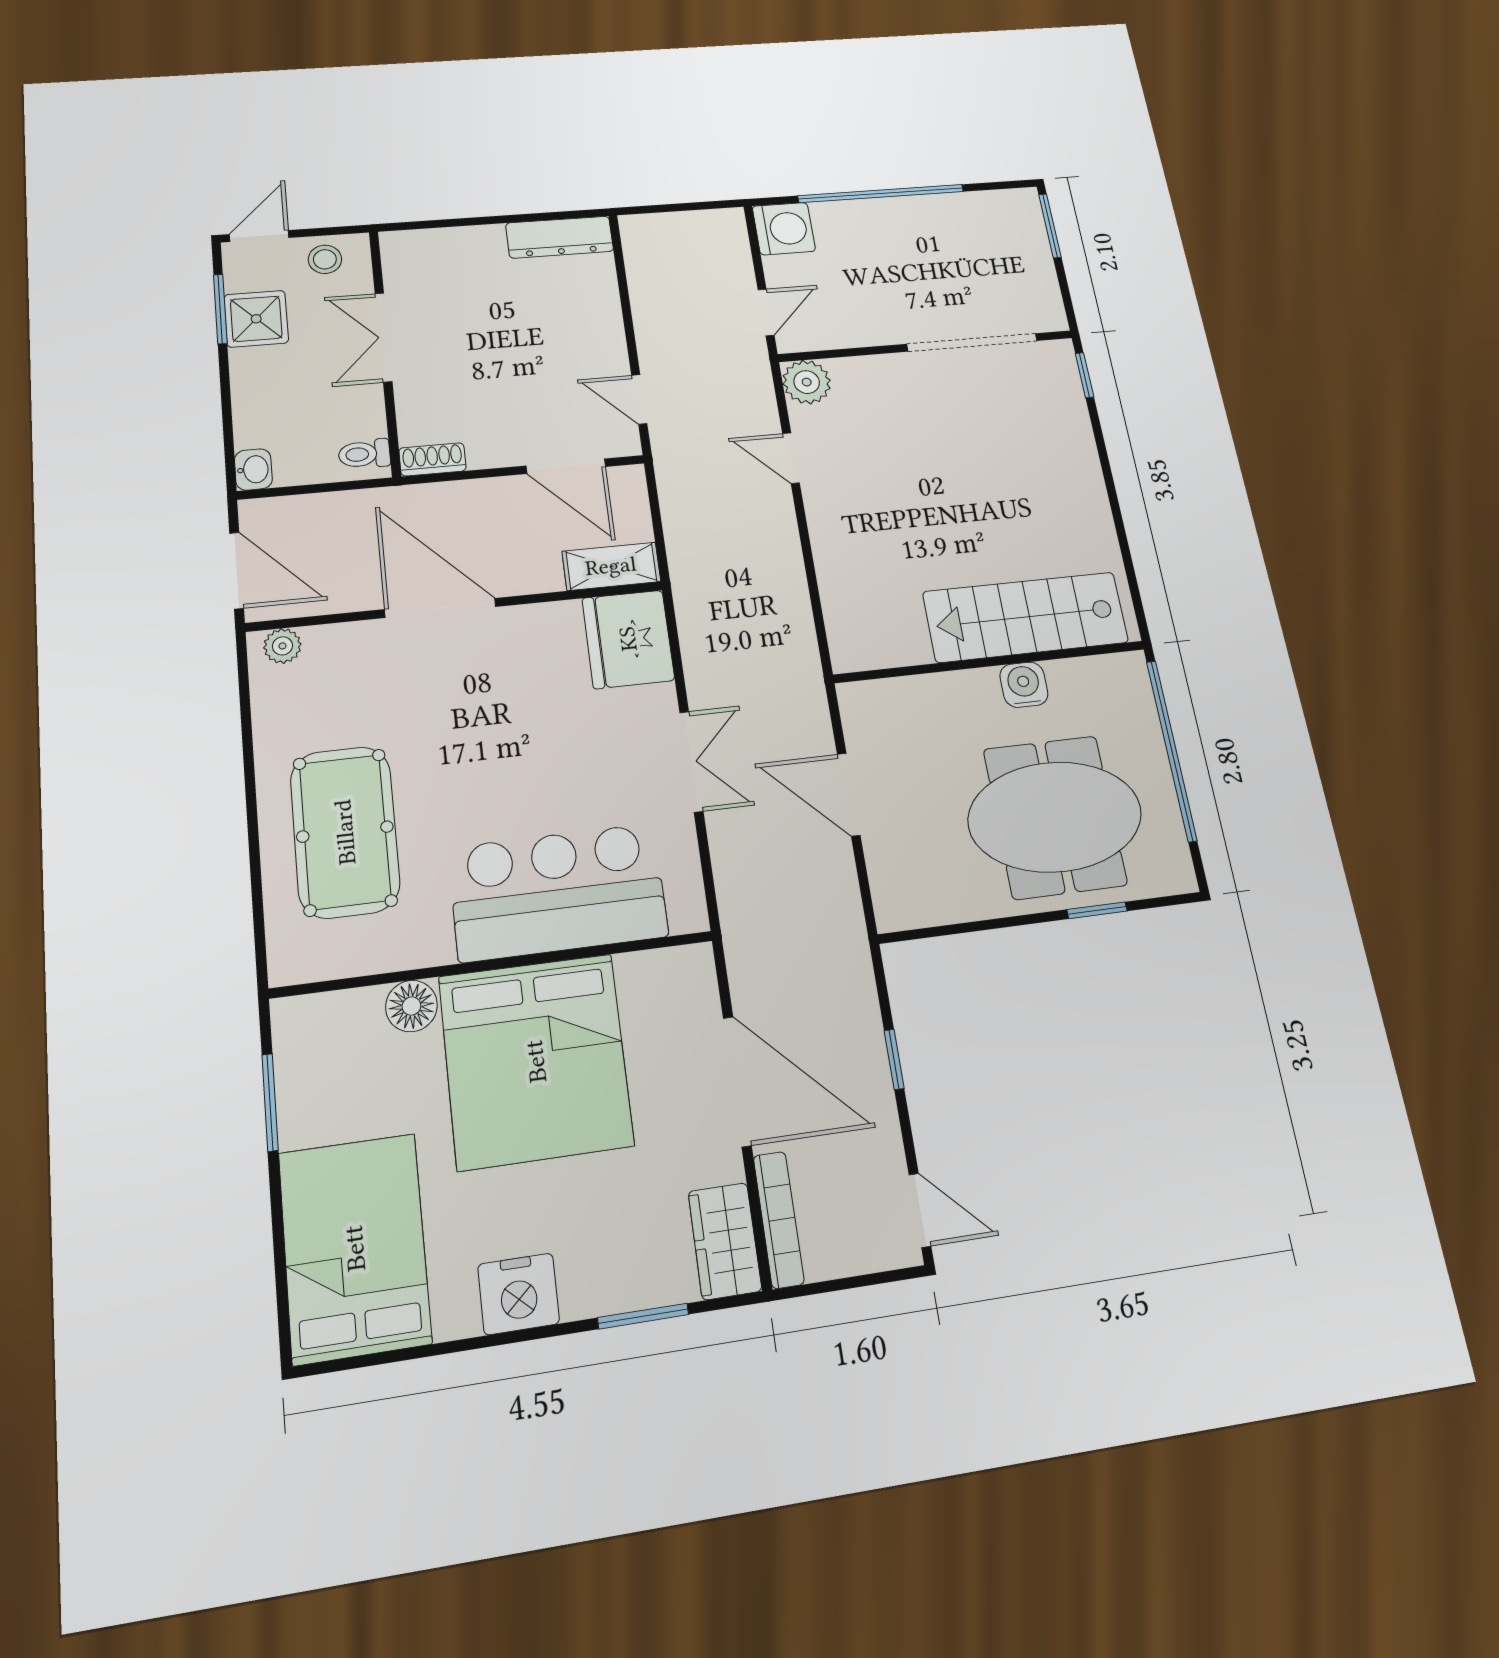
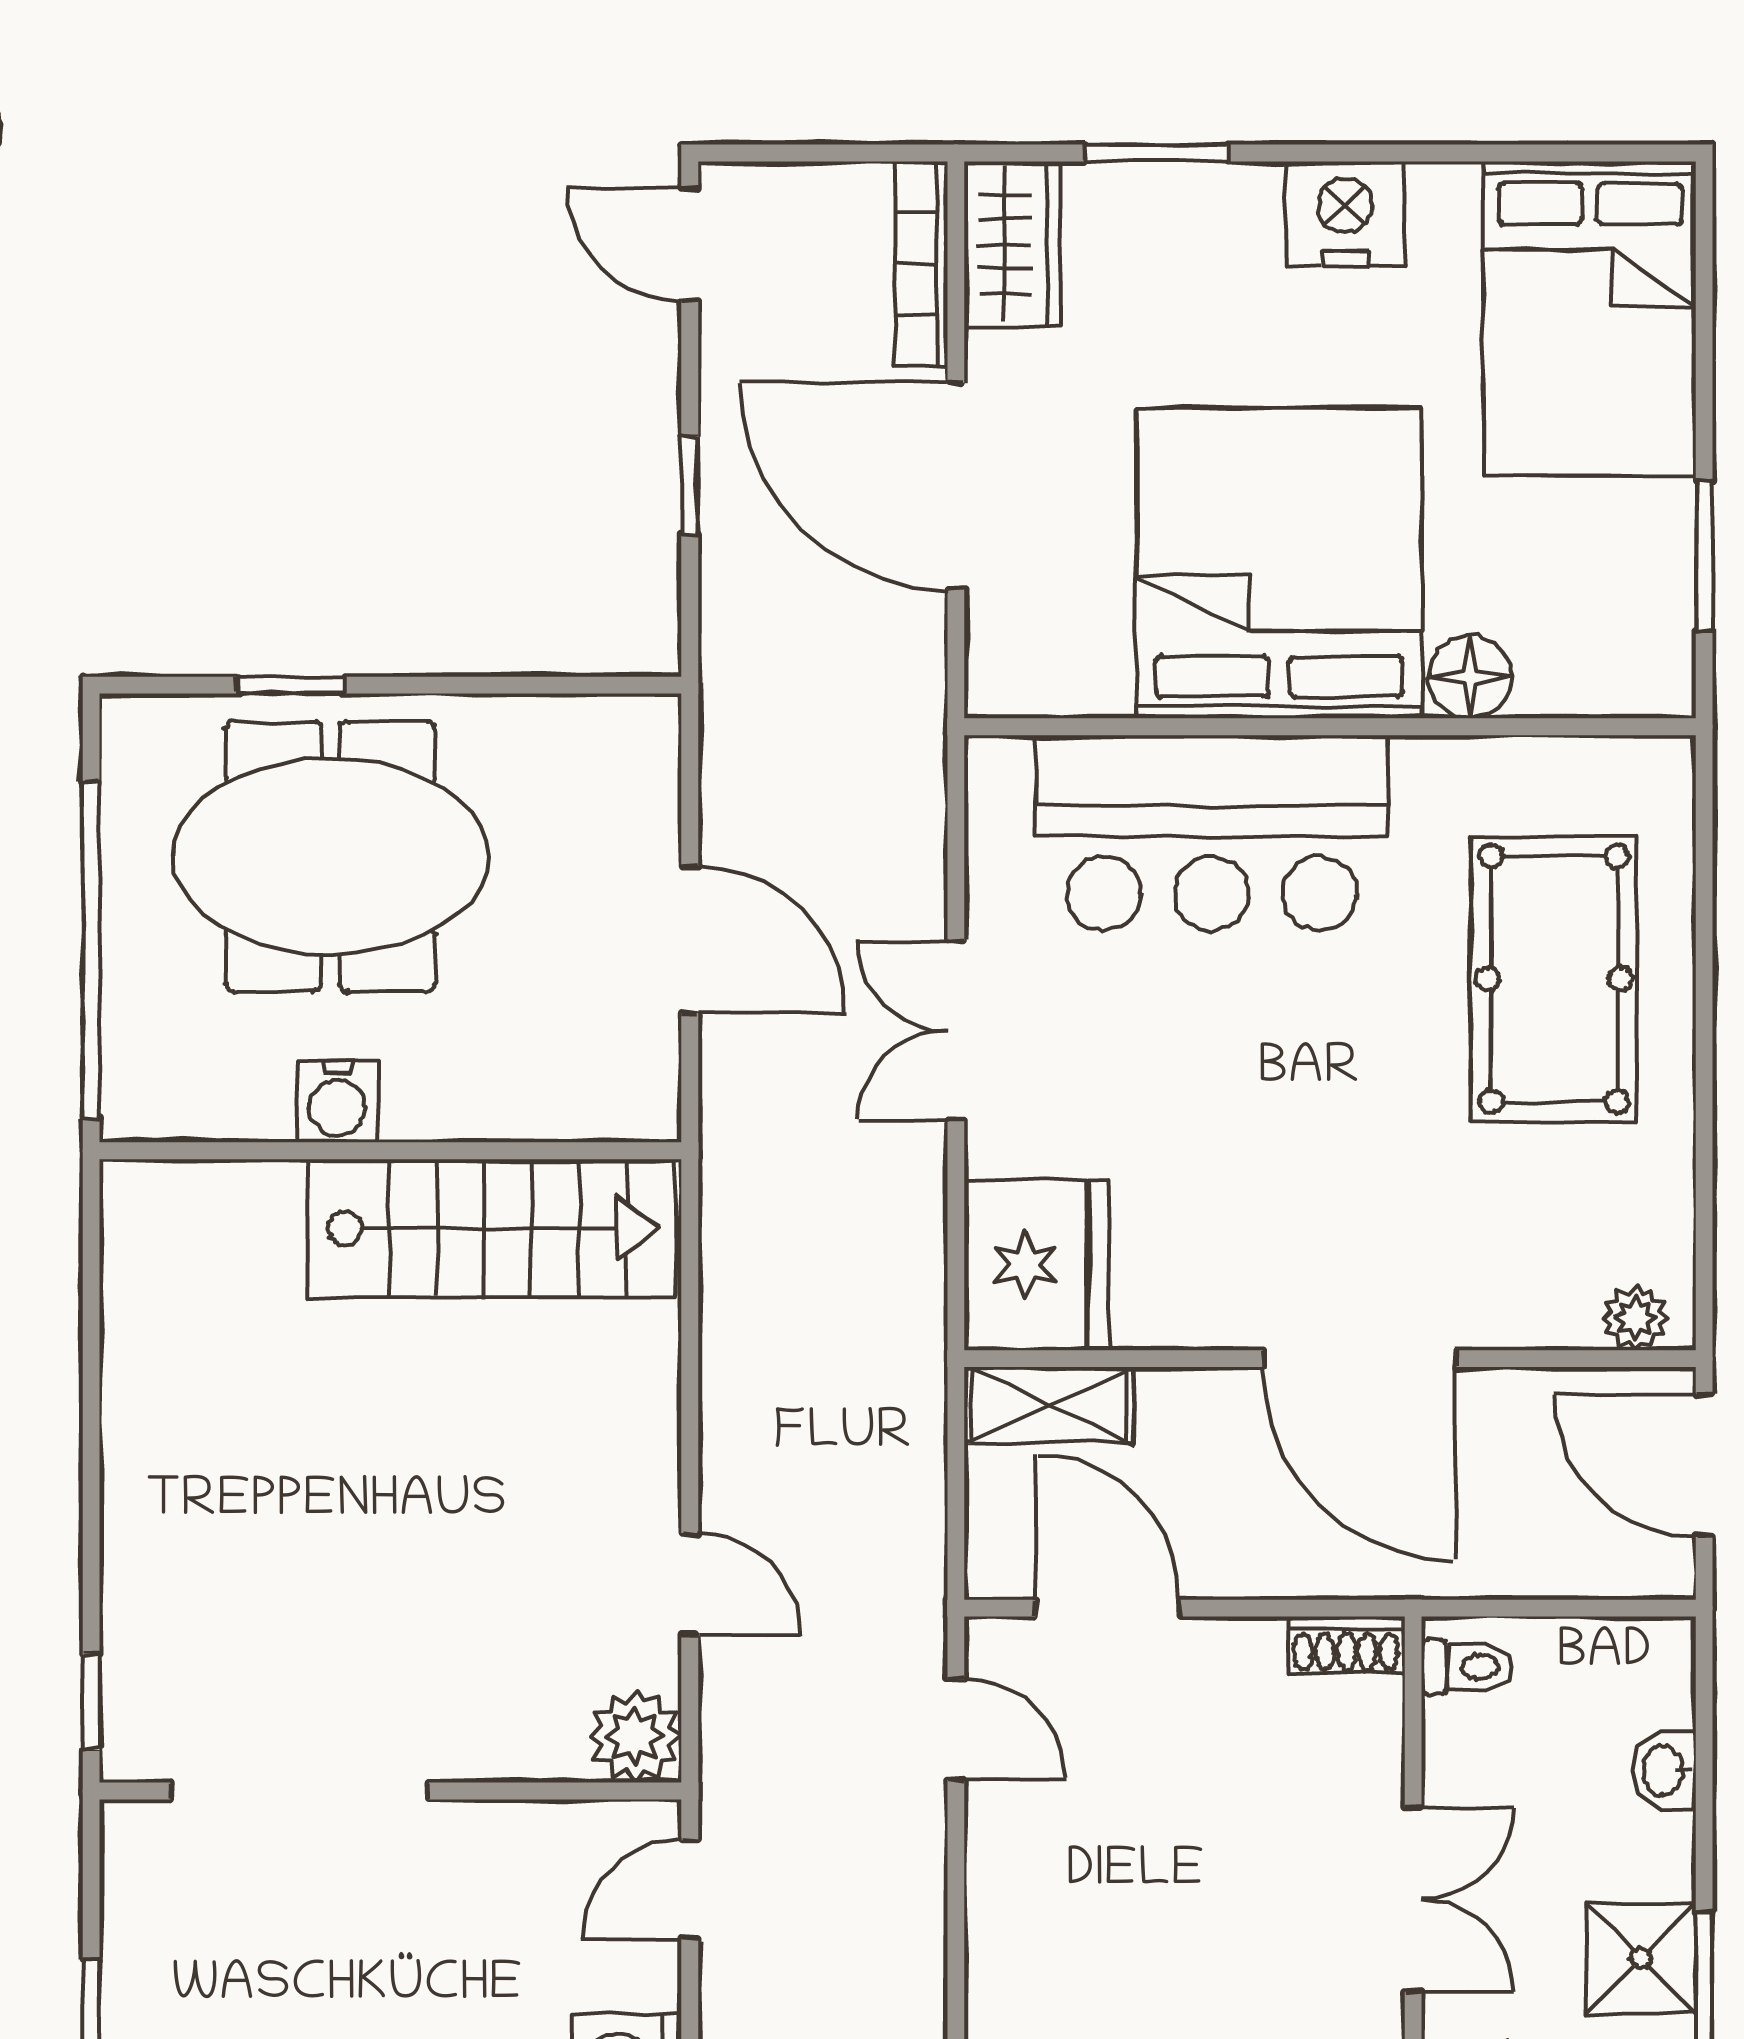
washbasin: (253, 469) -> (1664, 1771), moved
stairs: (1026, 617) -> (491, 1228), moved

